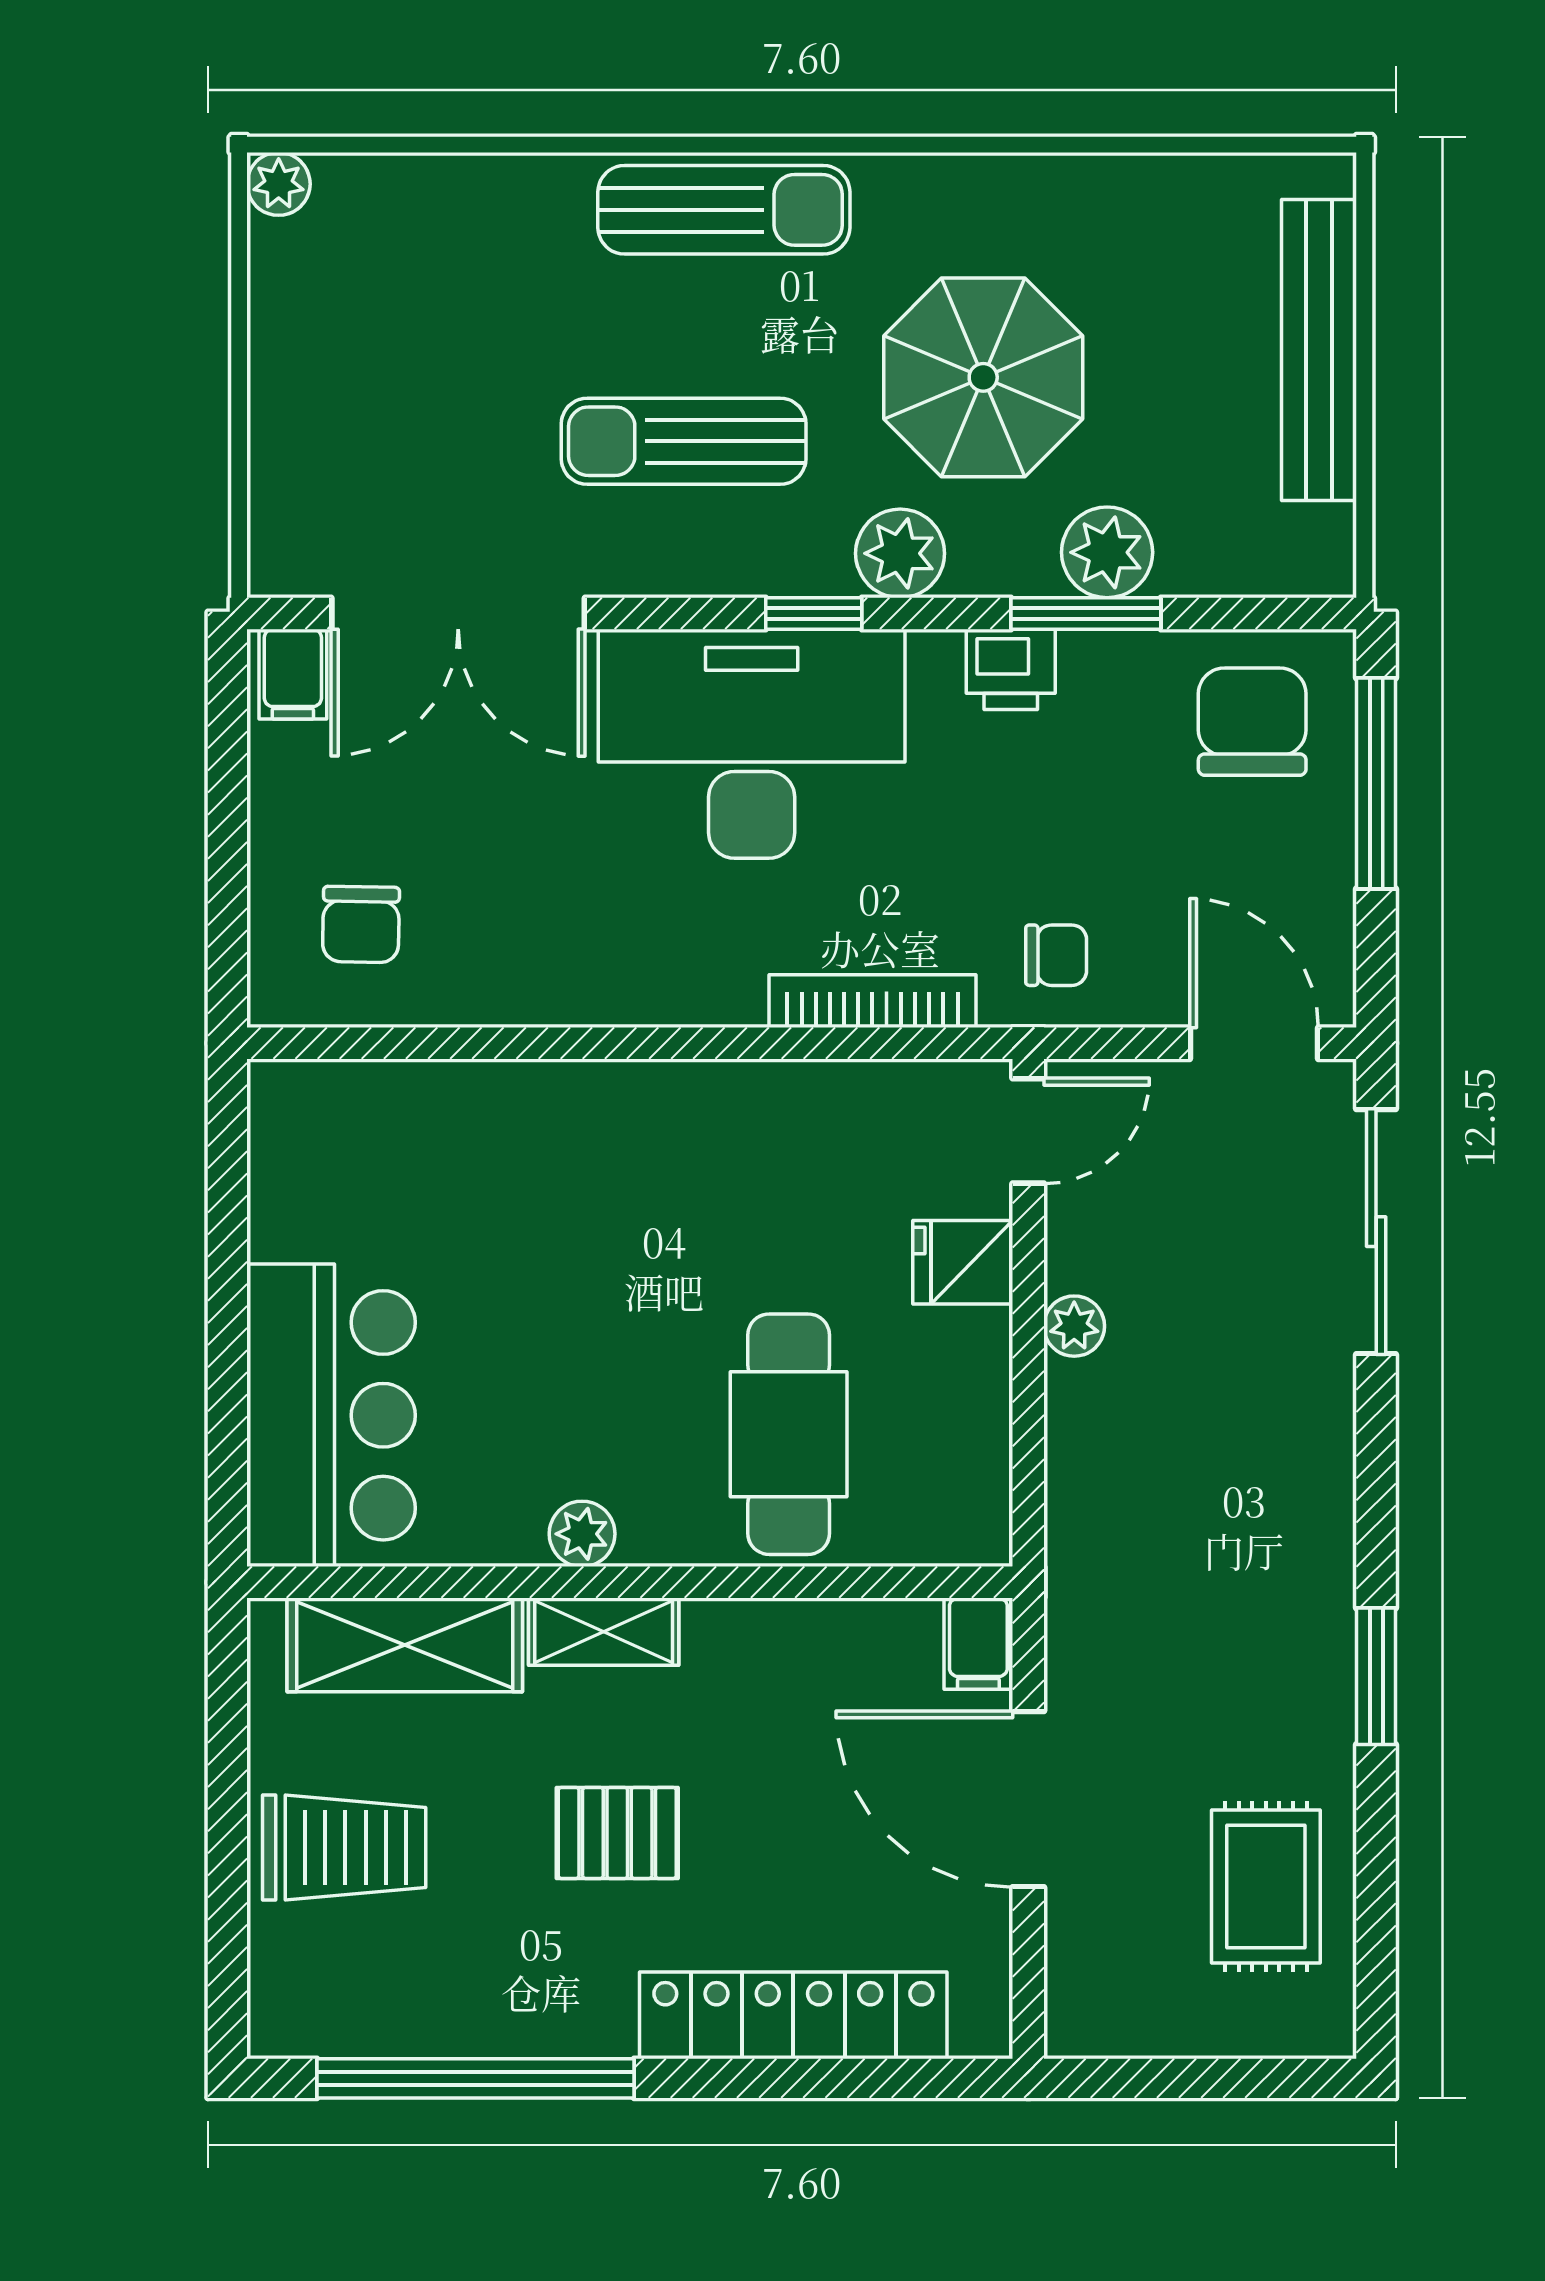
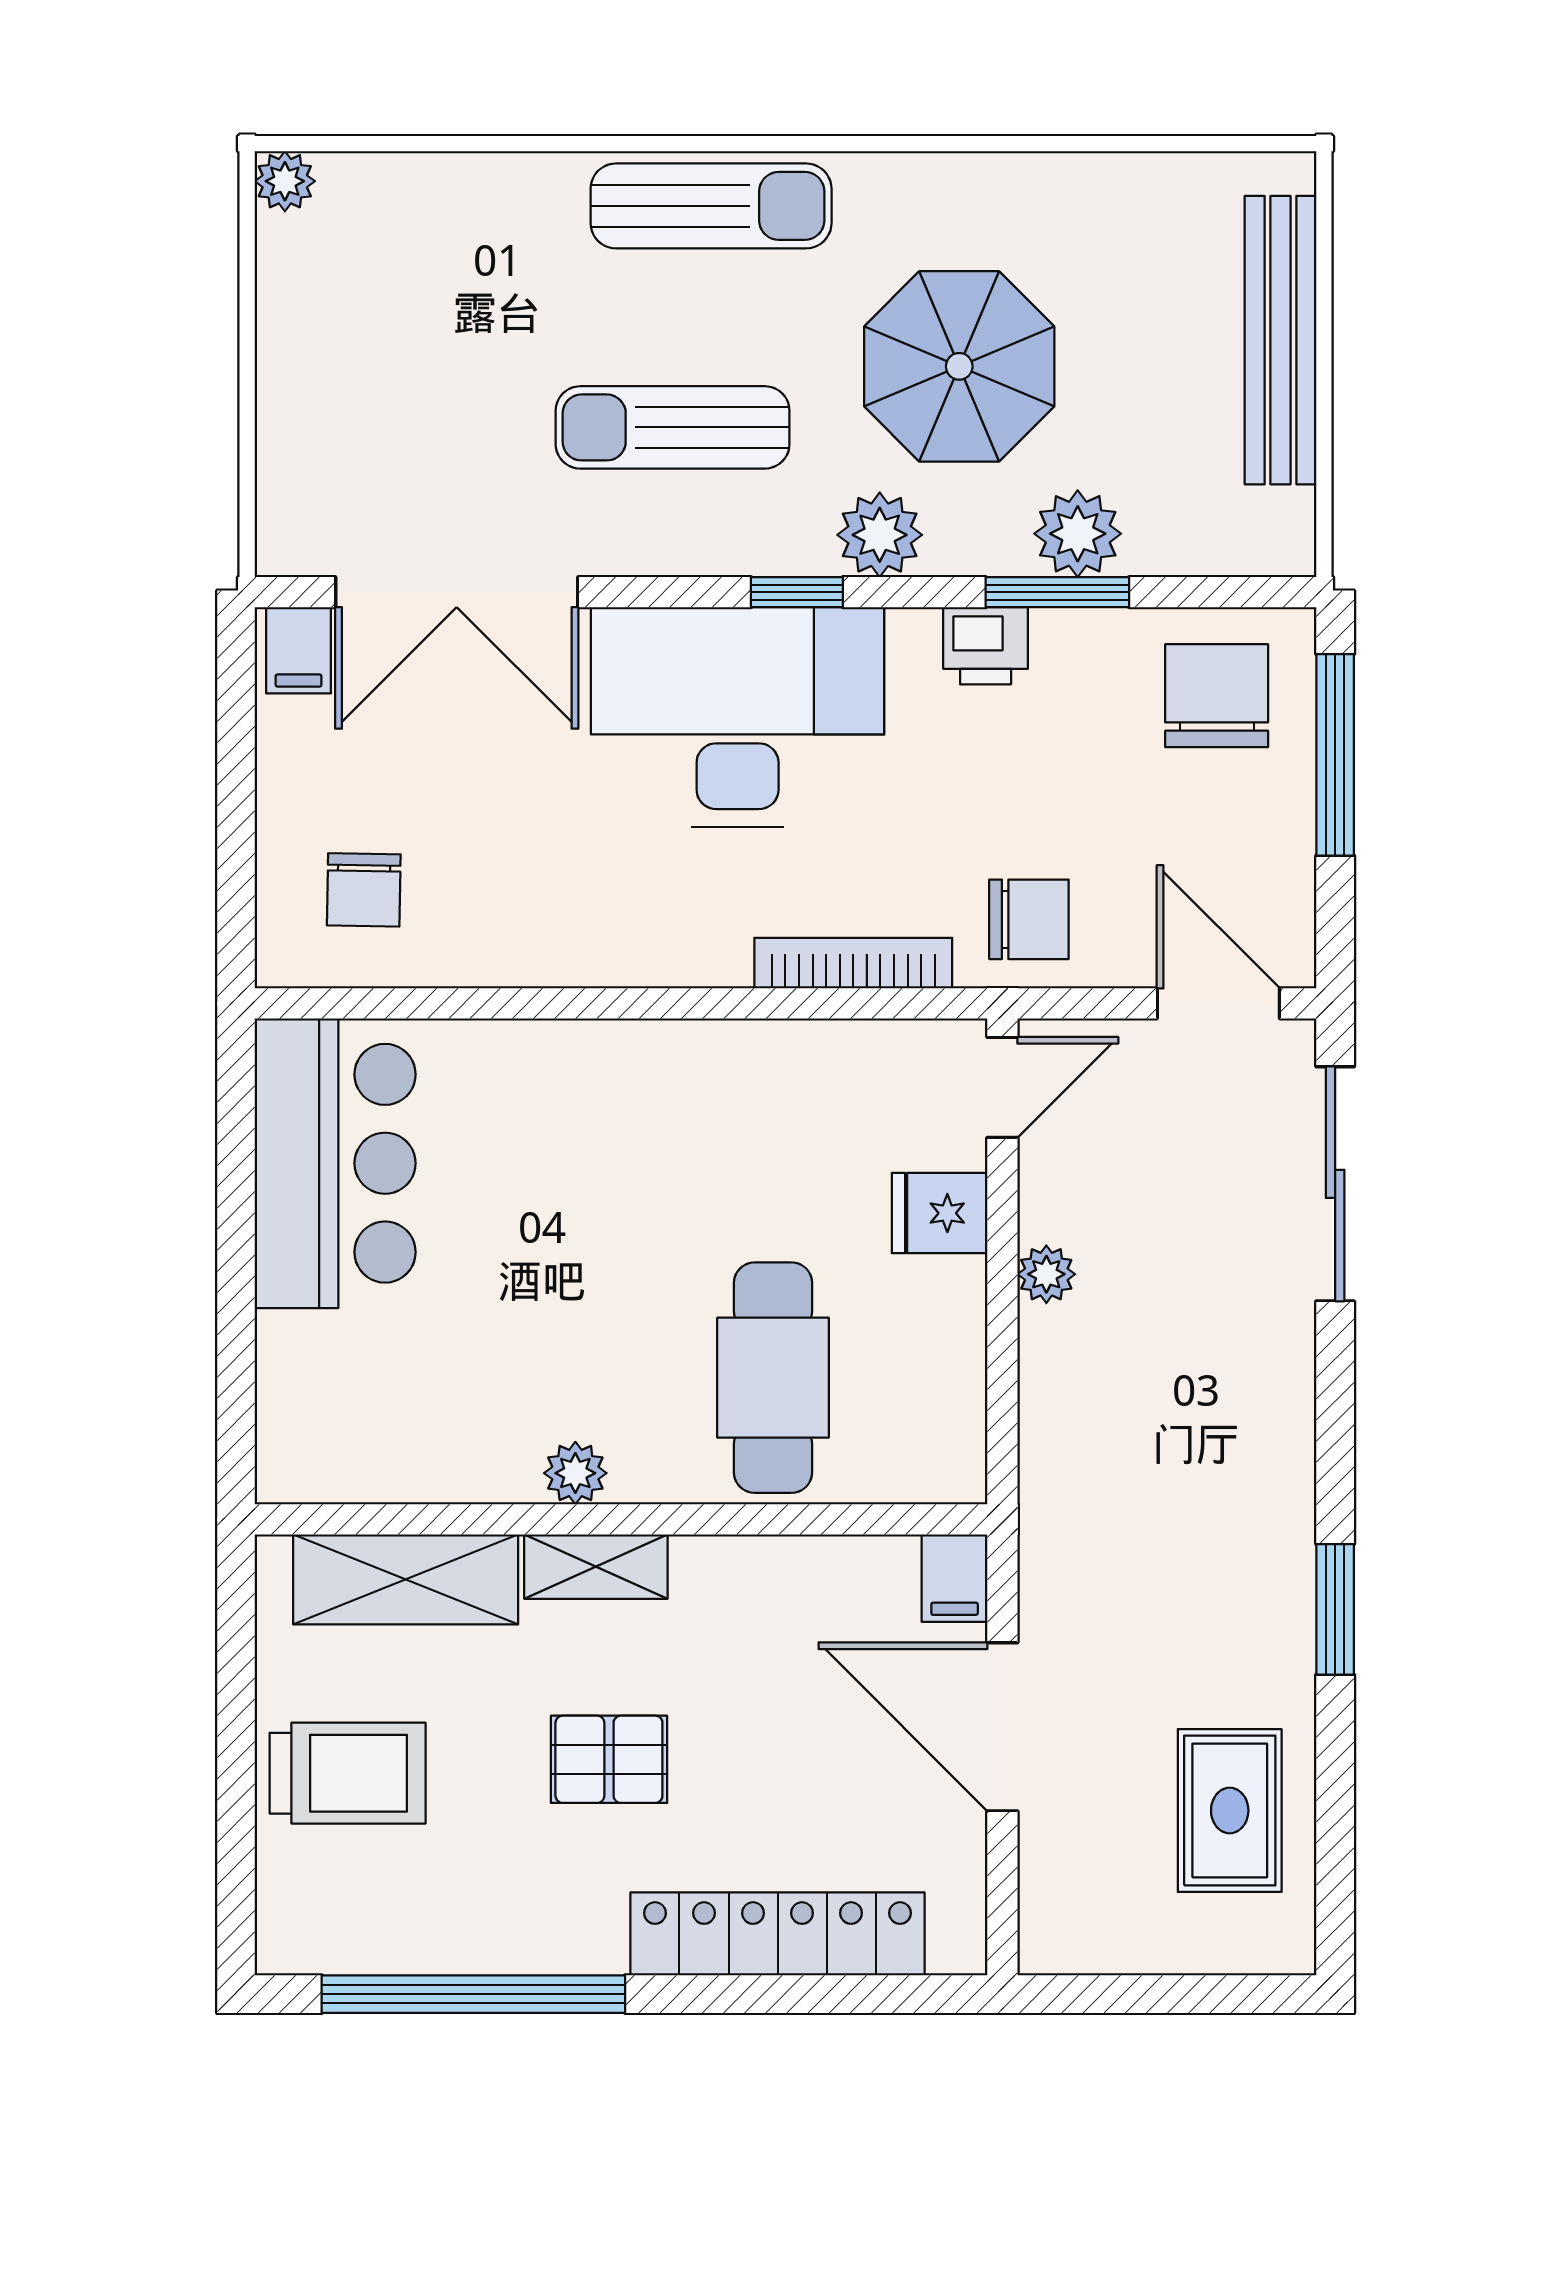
chair: (1056, 955) -> (1029, 919), width x1.37, depth x1.37
bar counter: (331, 1415) -> (335, 1163), moved

